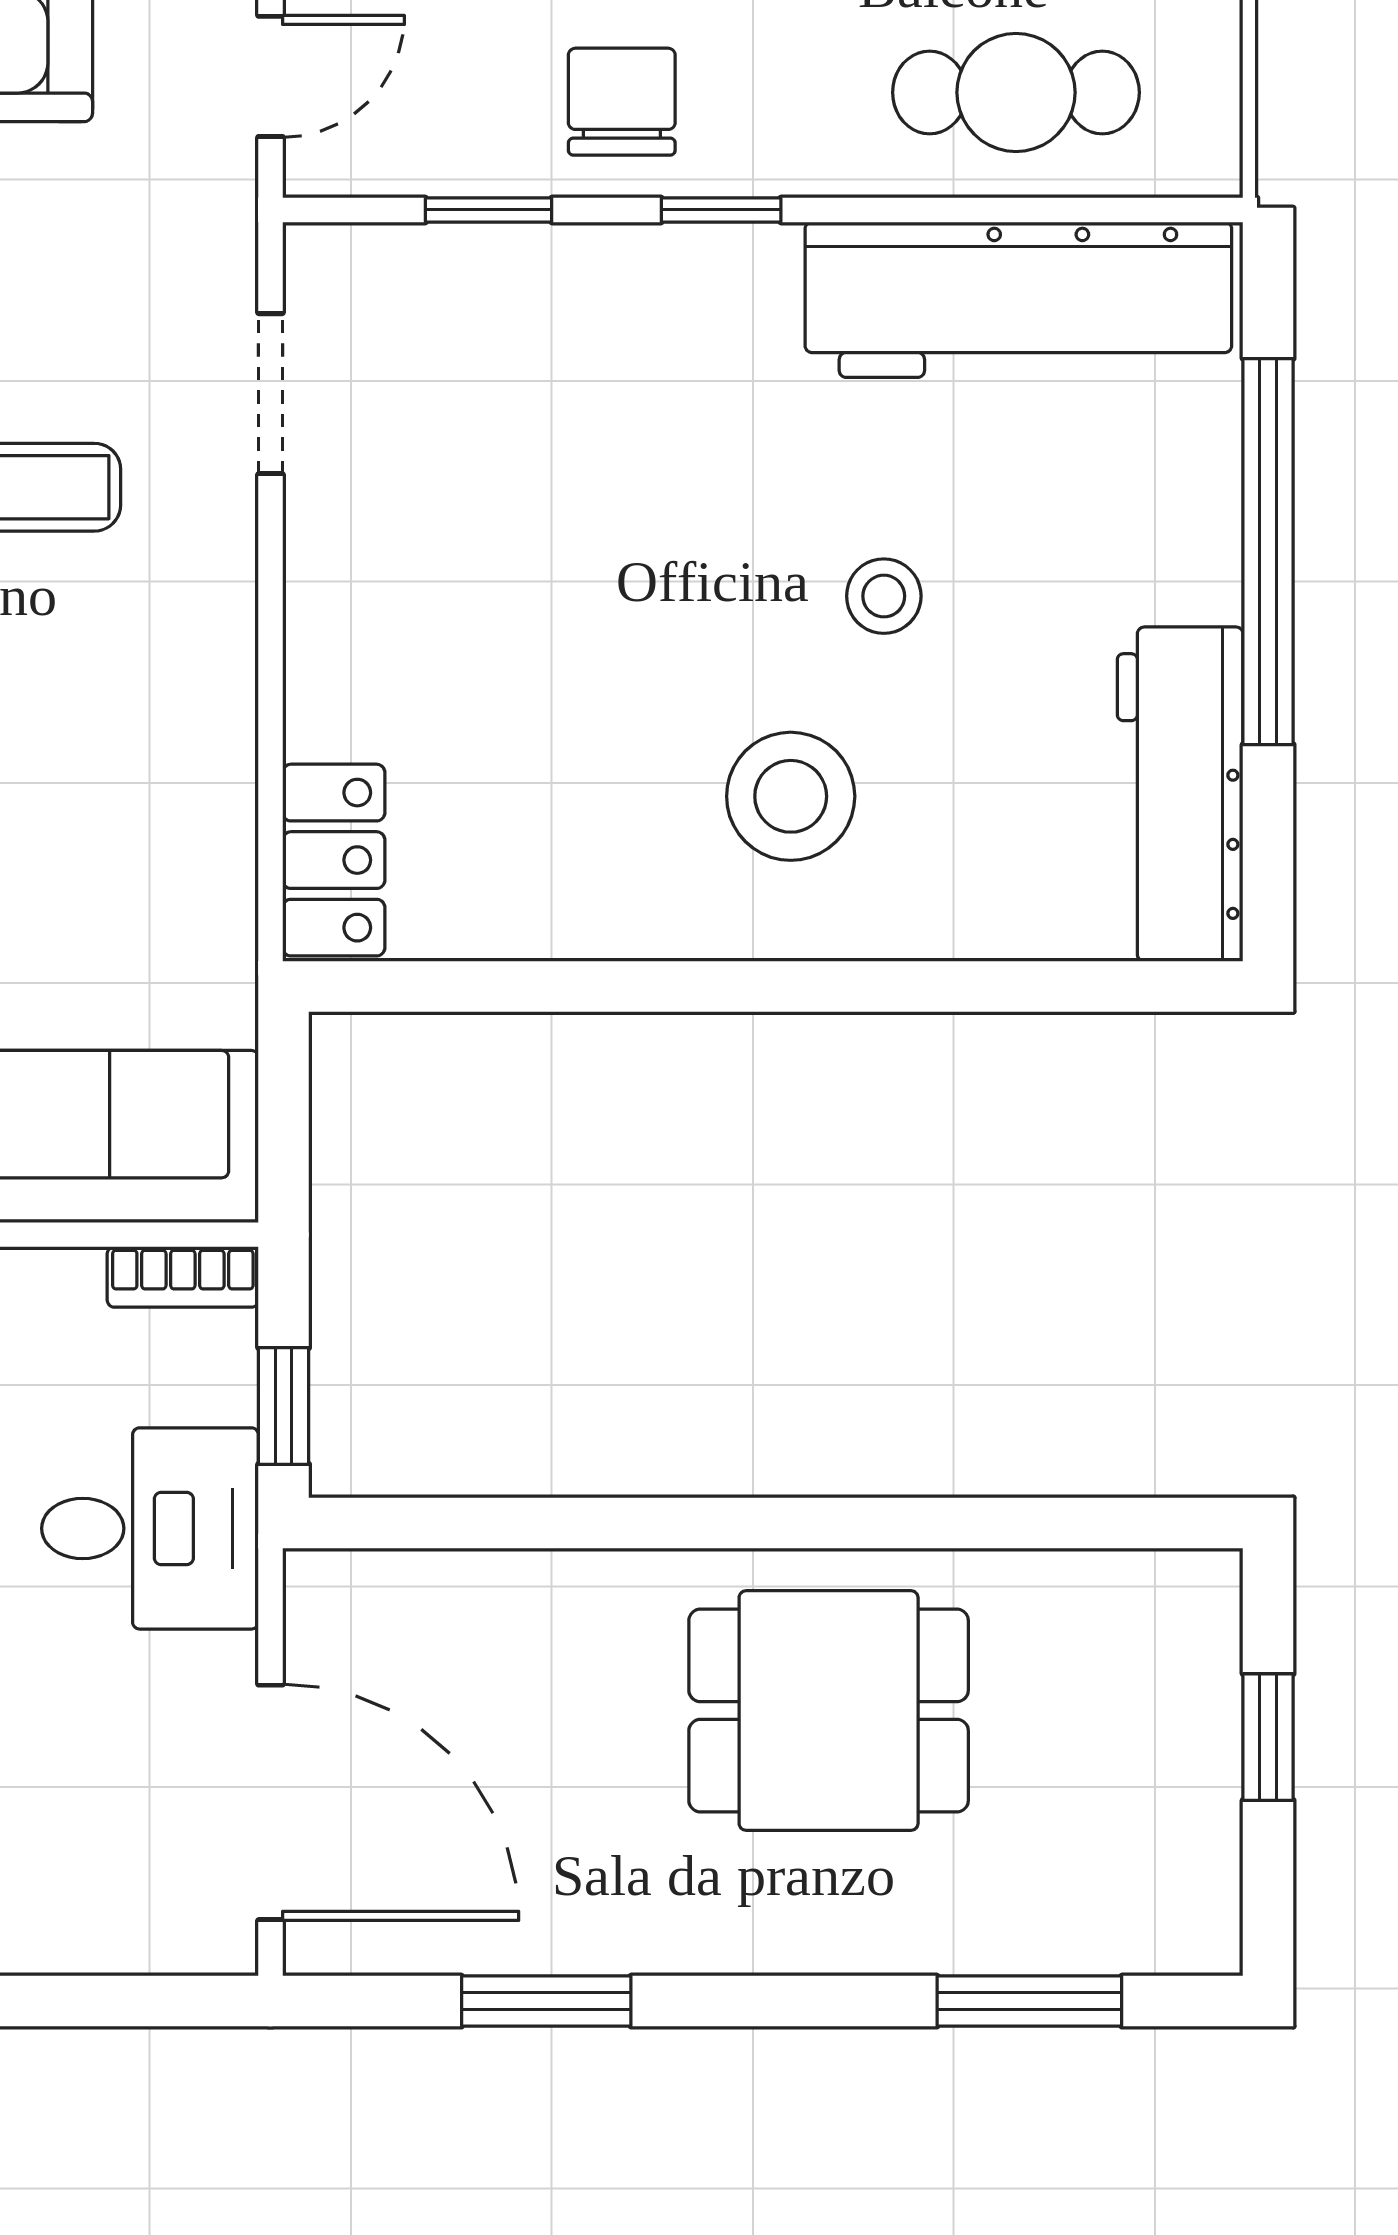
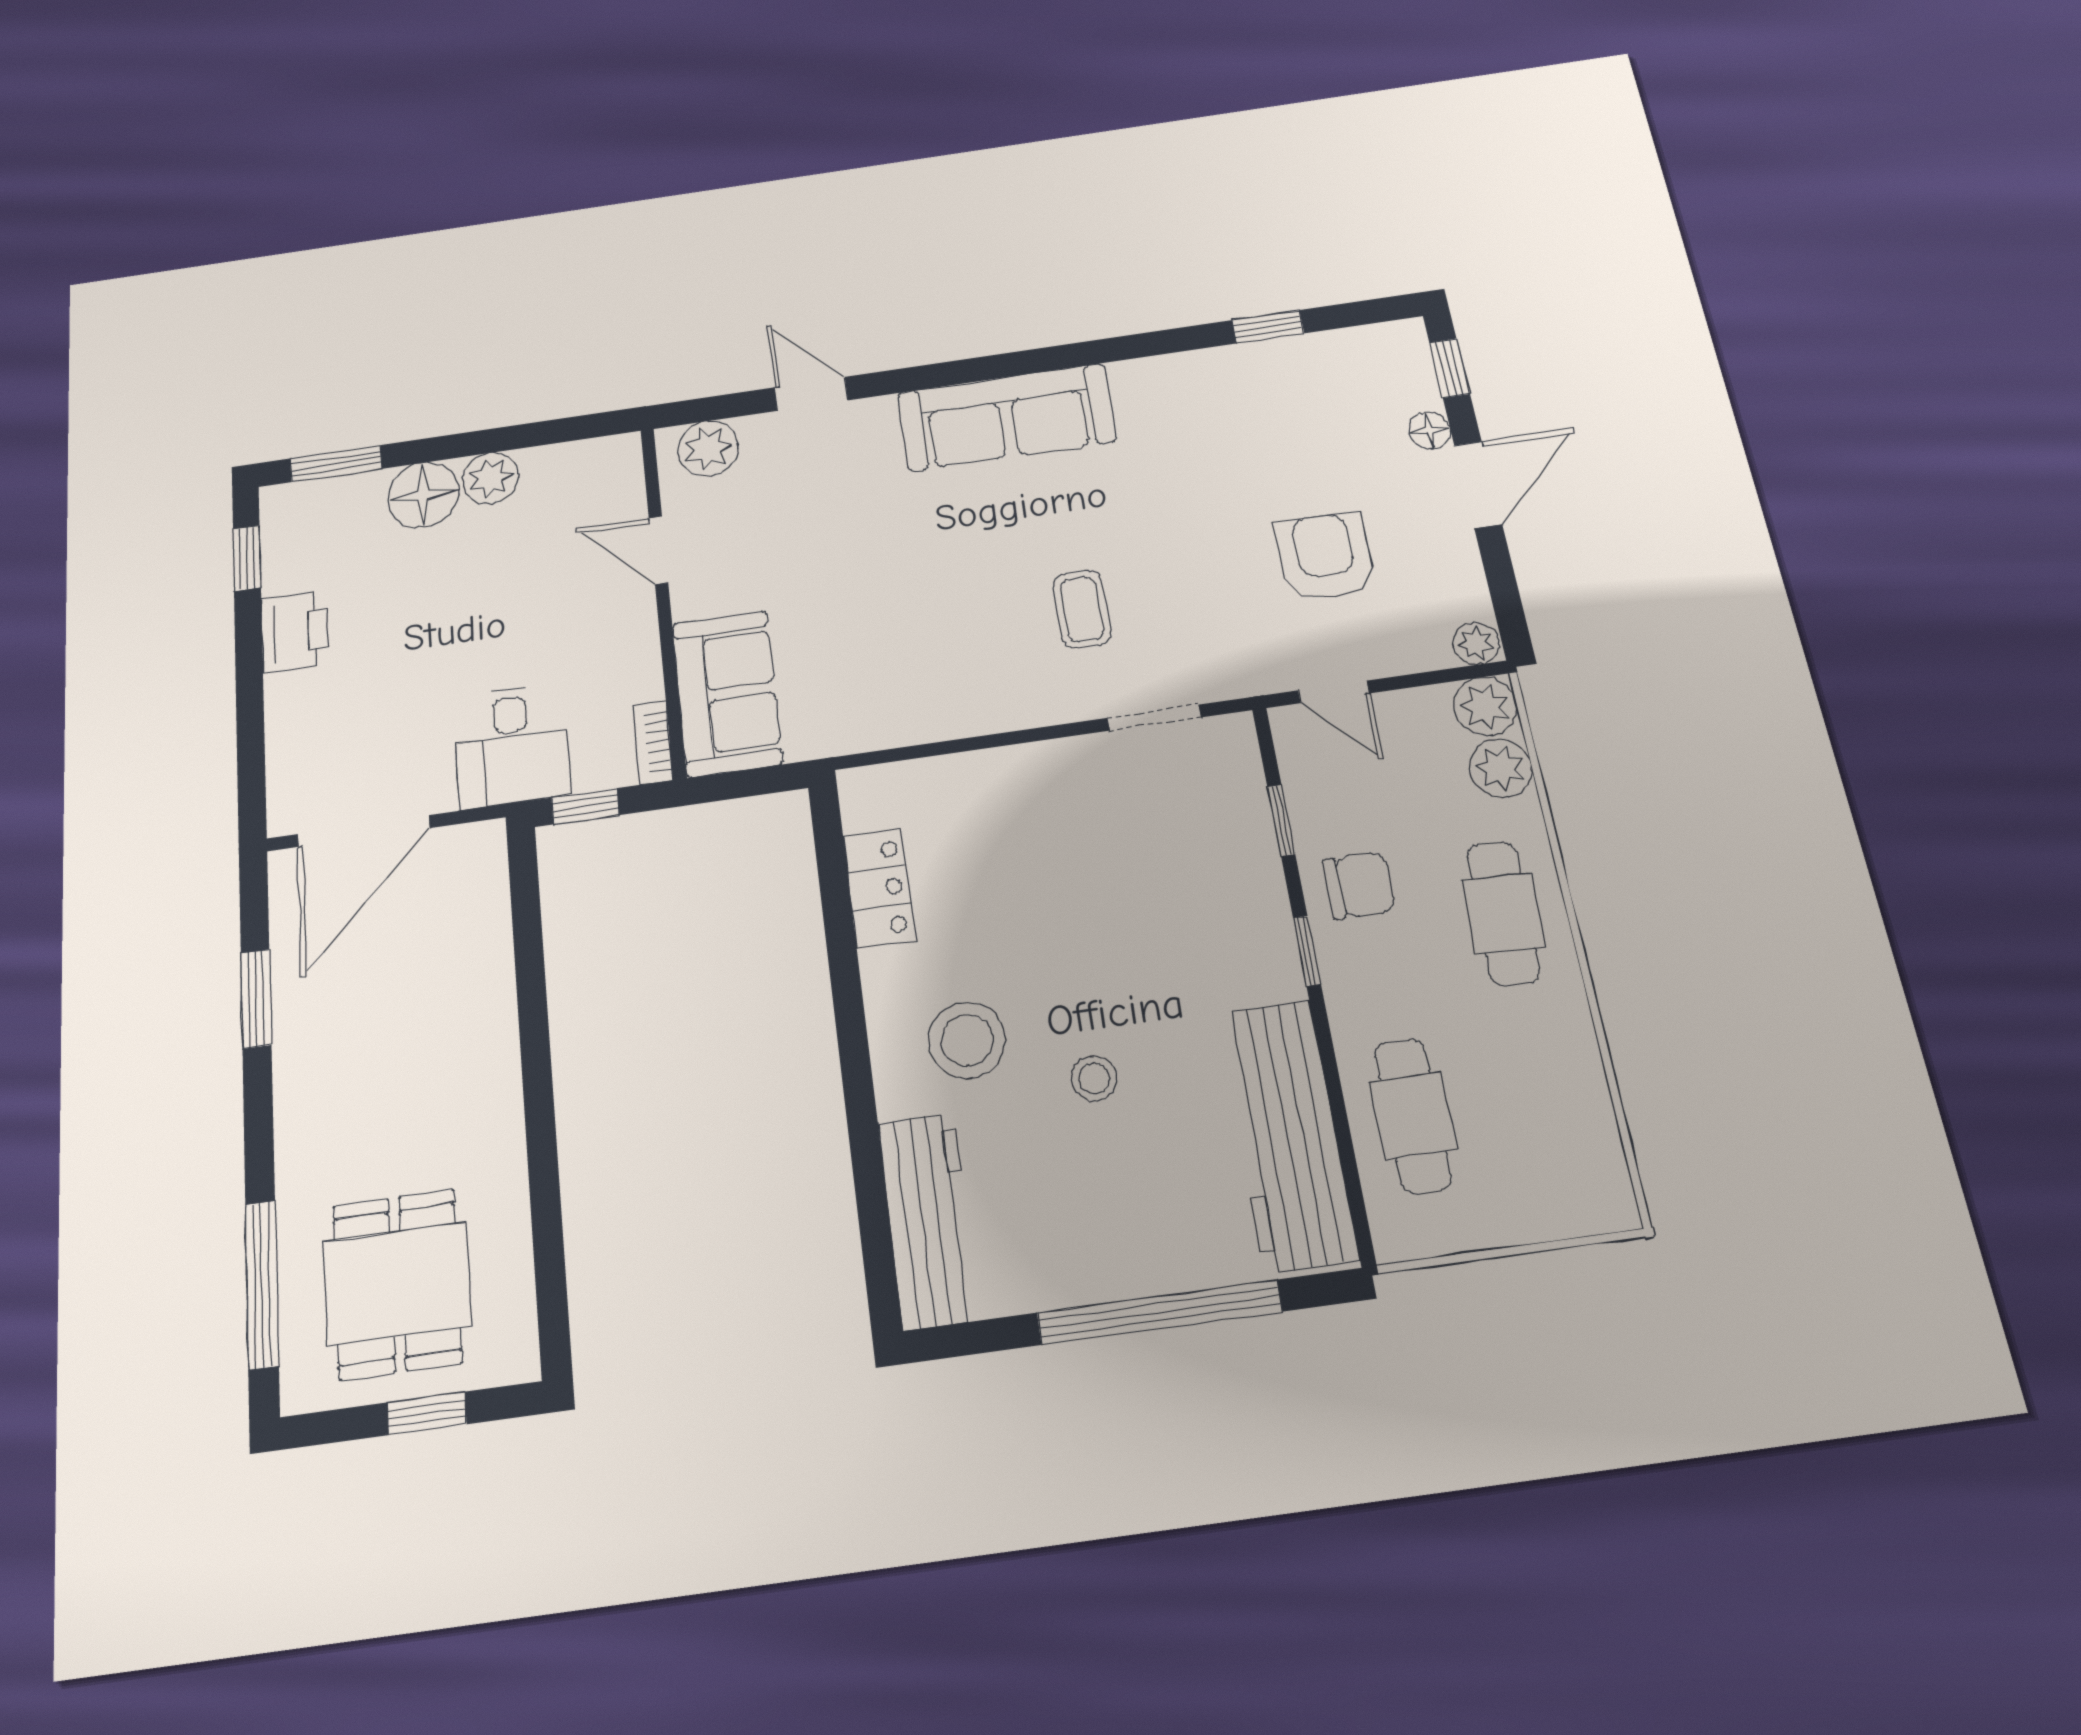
workbench: (1180, 794) -> (928, 1220), moved, turned 90
locker: (334, 860) -> (879, 888), moved, turned -90
dining table: (829, 1711) -> (397, 1284), moved
window: (1029, 2001) -> (262, 1284), width x1.44

